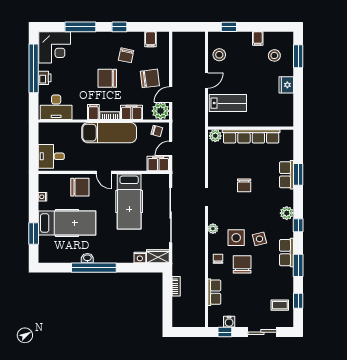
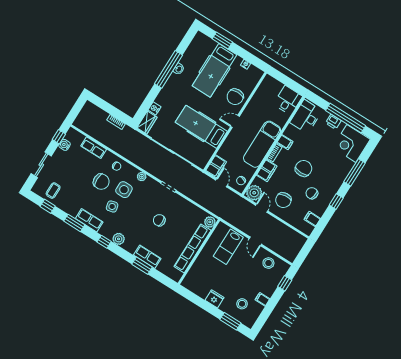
desk: (51, 156) -> (288, 100), moved

